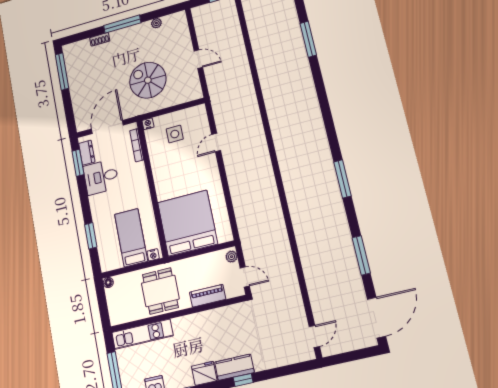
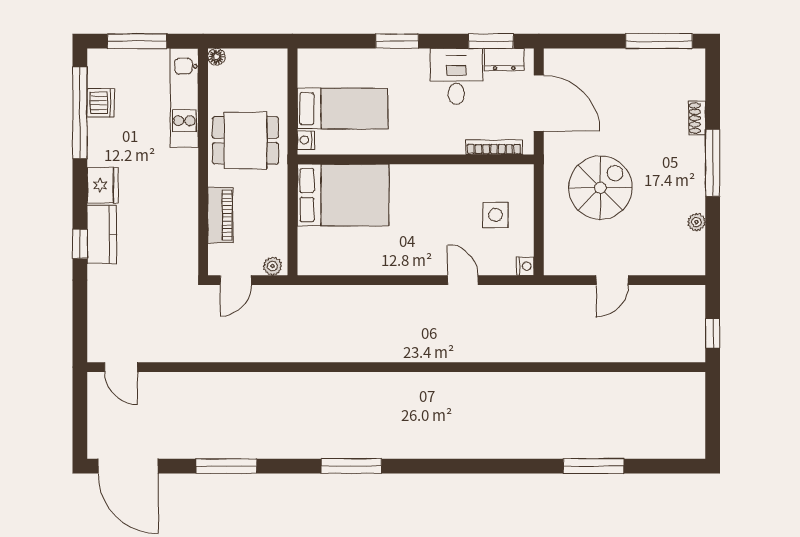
nightstand: (148, 124) -> (525, 266), moved
bed: (188, 223) -> (343, 195), width x0.73
window: (91, 236) -> (397, 41), moved
floor lamp: (108, 283) -> (216, 57), moved

